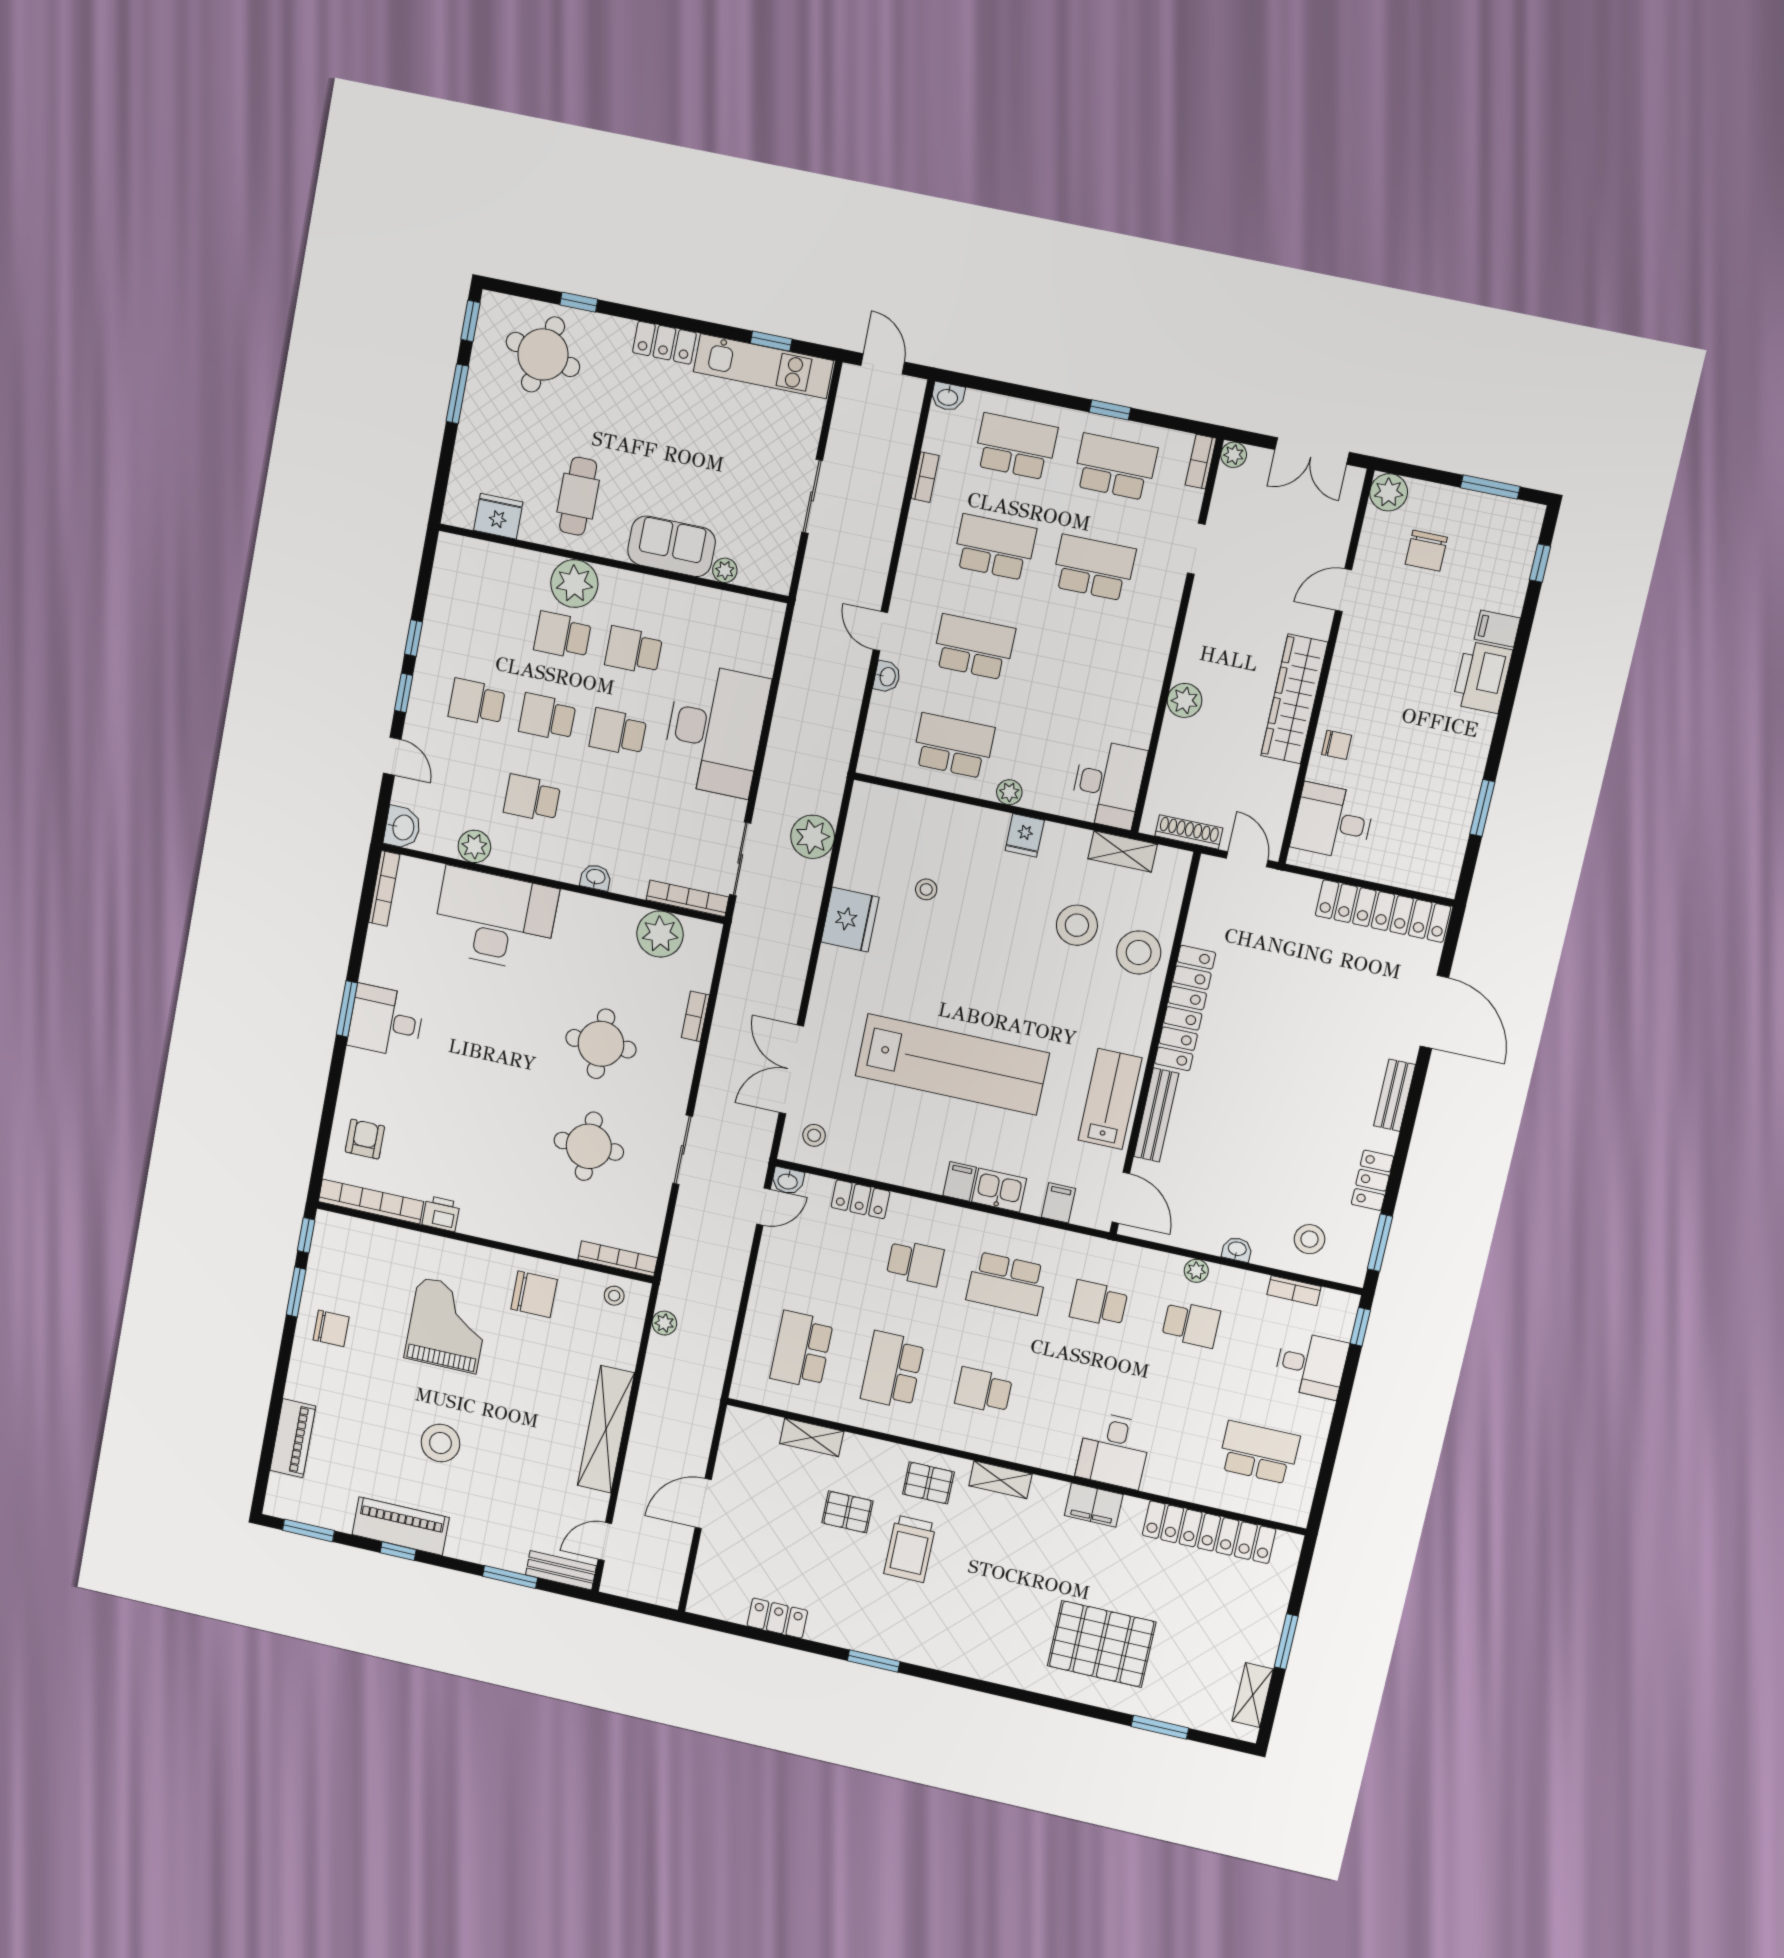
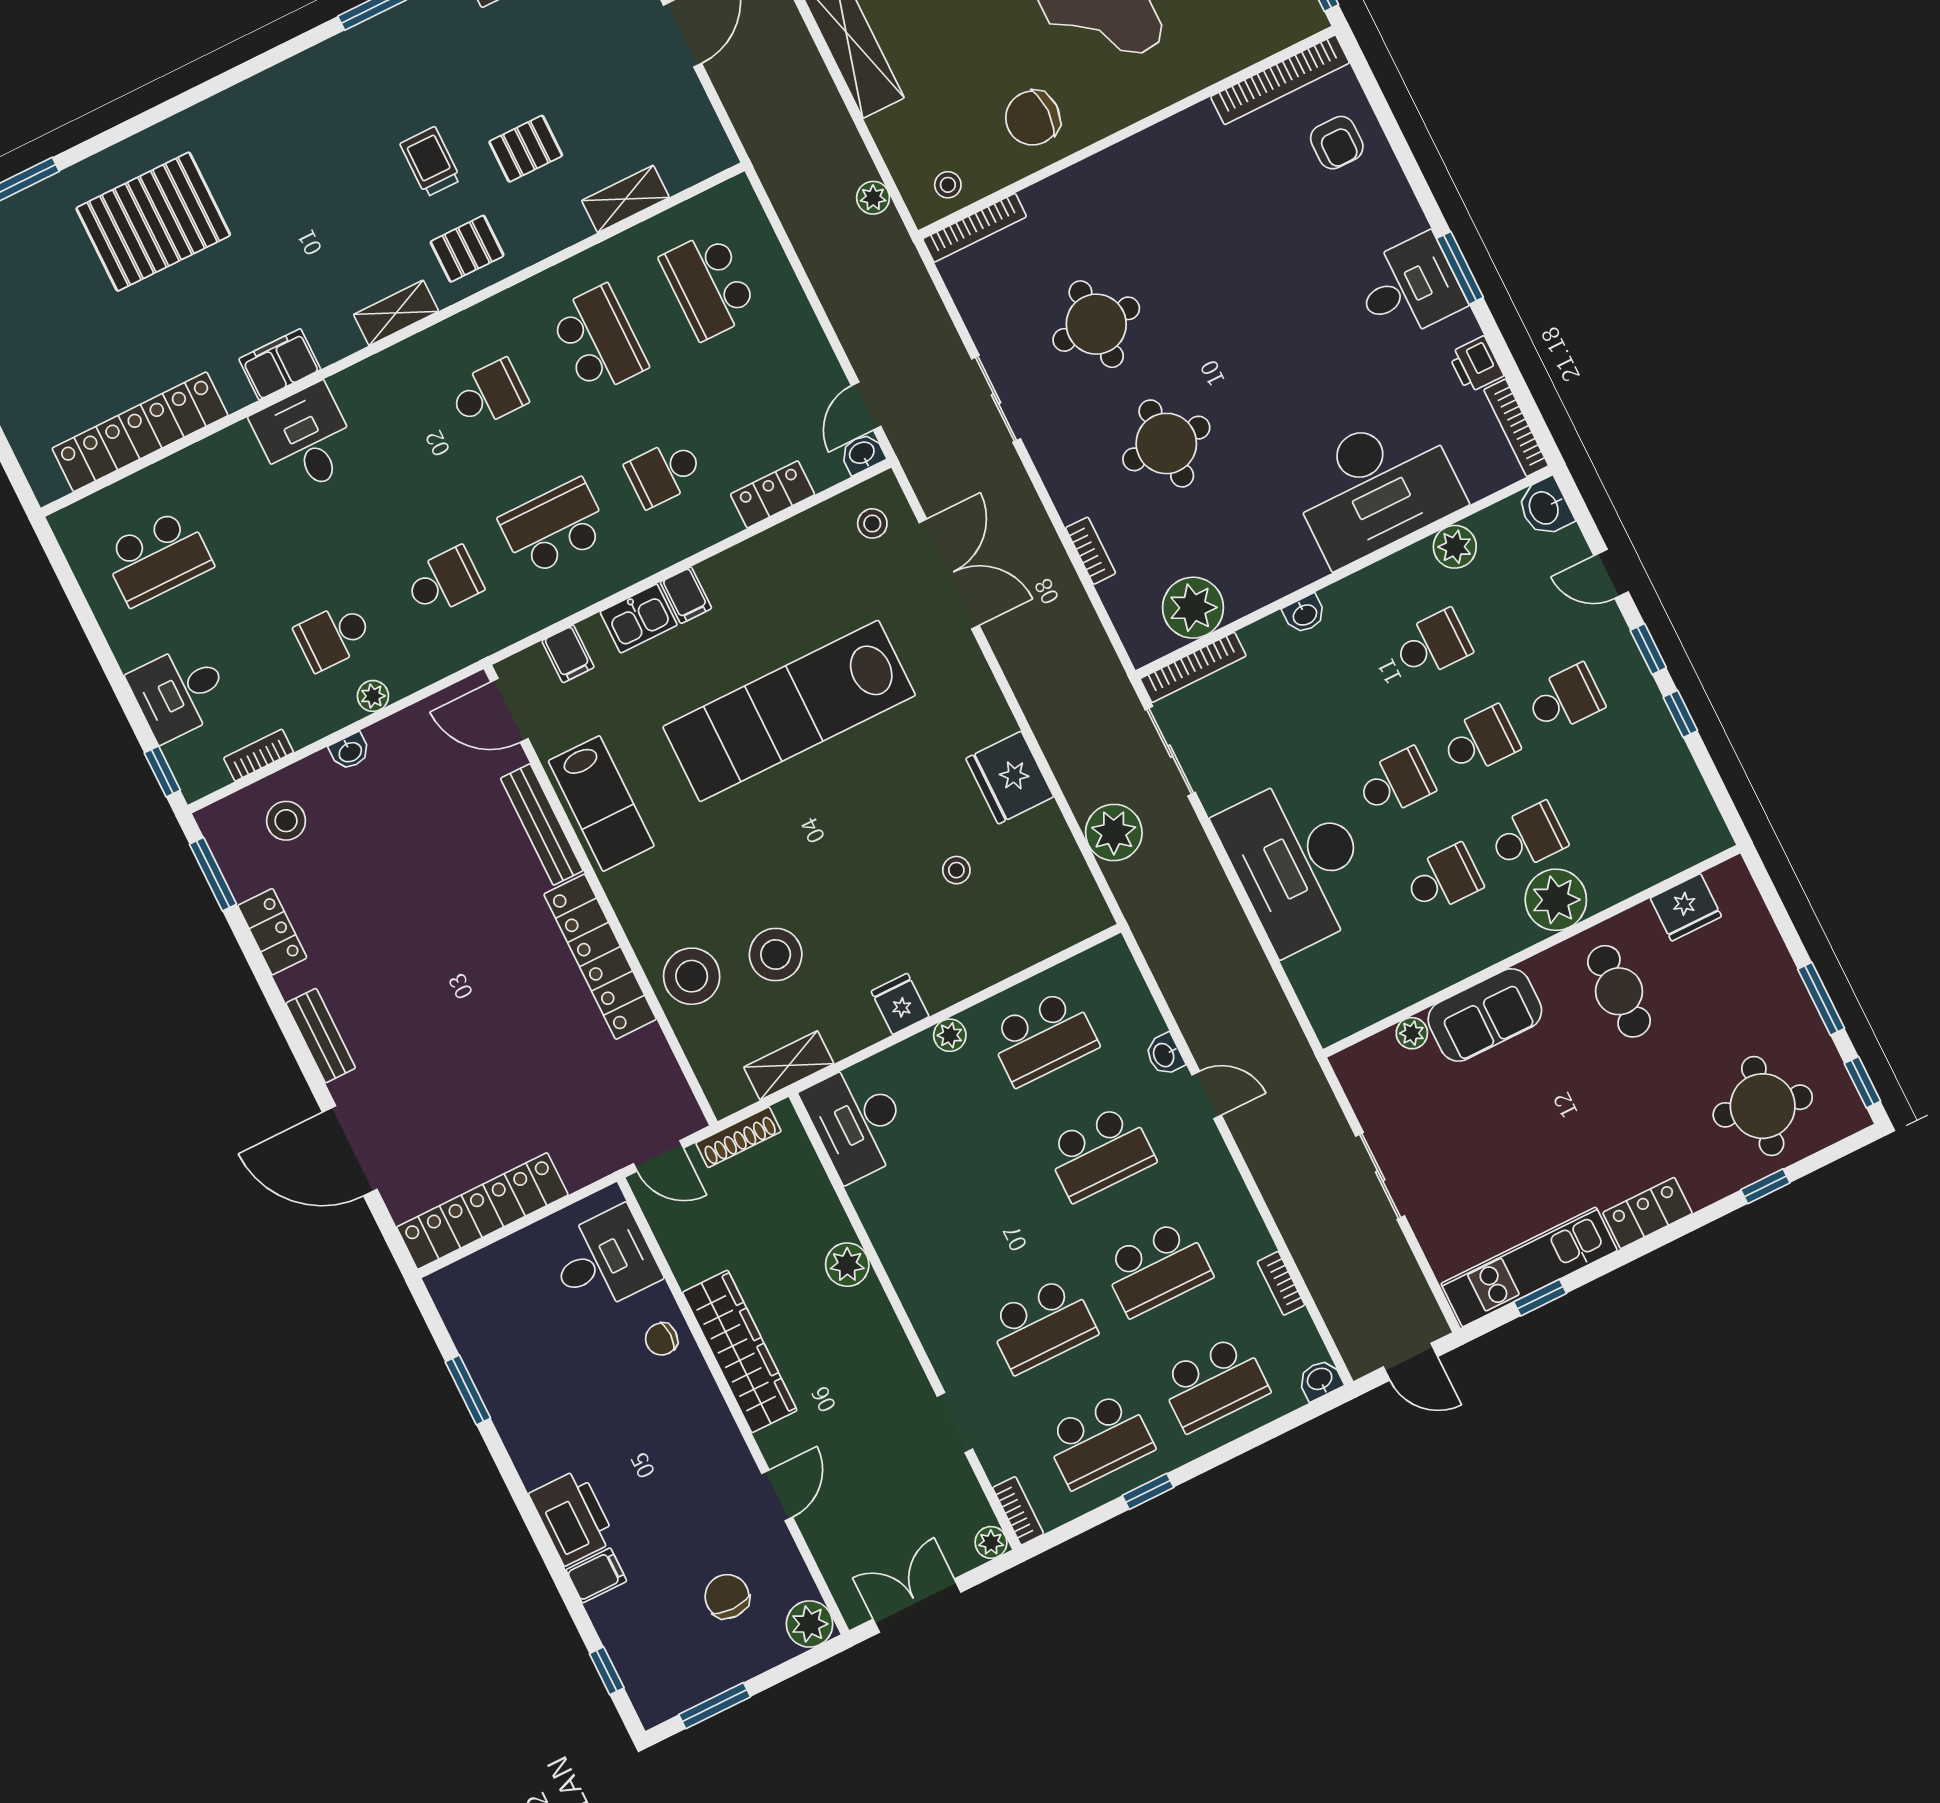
printer: (441, 1214) -> (1476, 365), moved, turned 90
school desk: (802, 1350) -> (709, 285), turned 180
trolley: (910, 1549) -> (431, 162), width x0.73, depth x0.72

